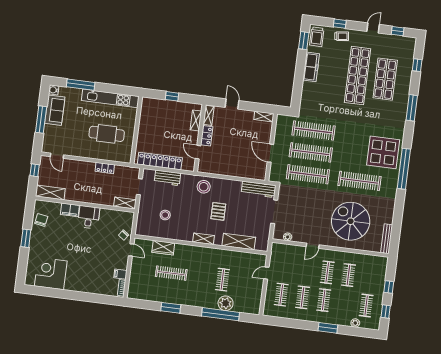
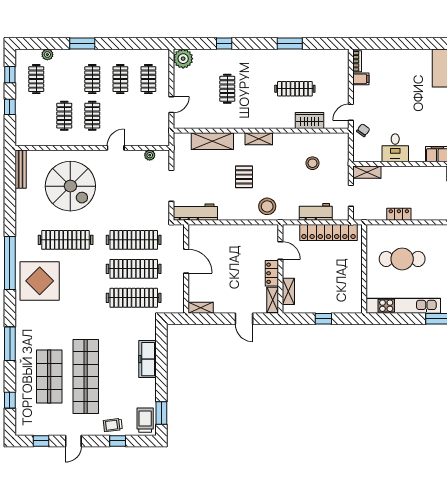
freezer: (311, 67) -> (147, 359), moved
desk: (89, 217) -> (395, 148), moved
door: (131, 250) -> (351, 112), hinge flipped
plant: (226, 303) -> (183, 59), moved
window: (220, 314) -> (224, 44), width x0.32

